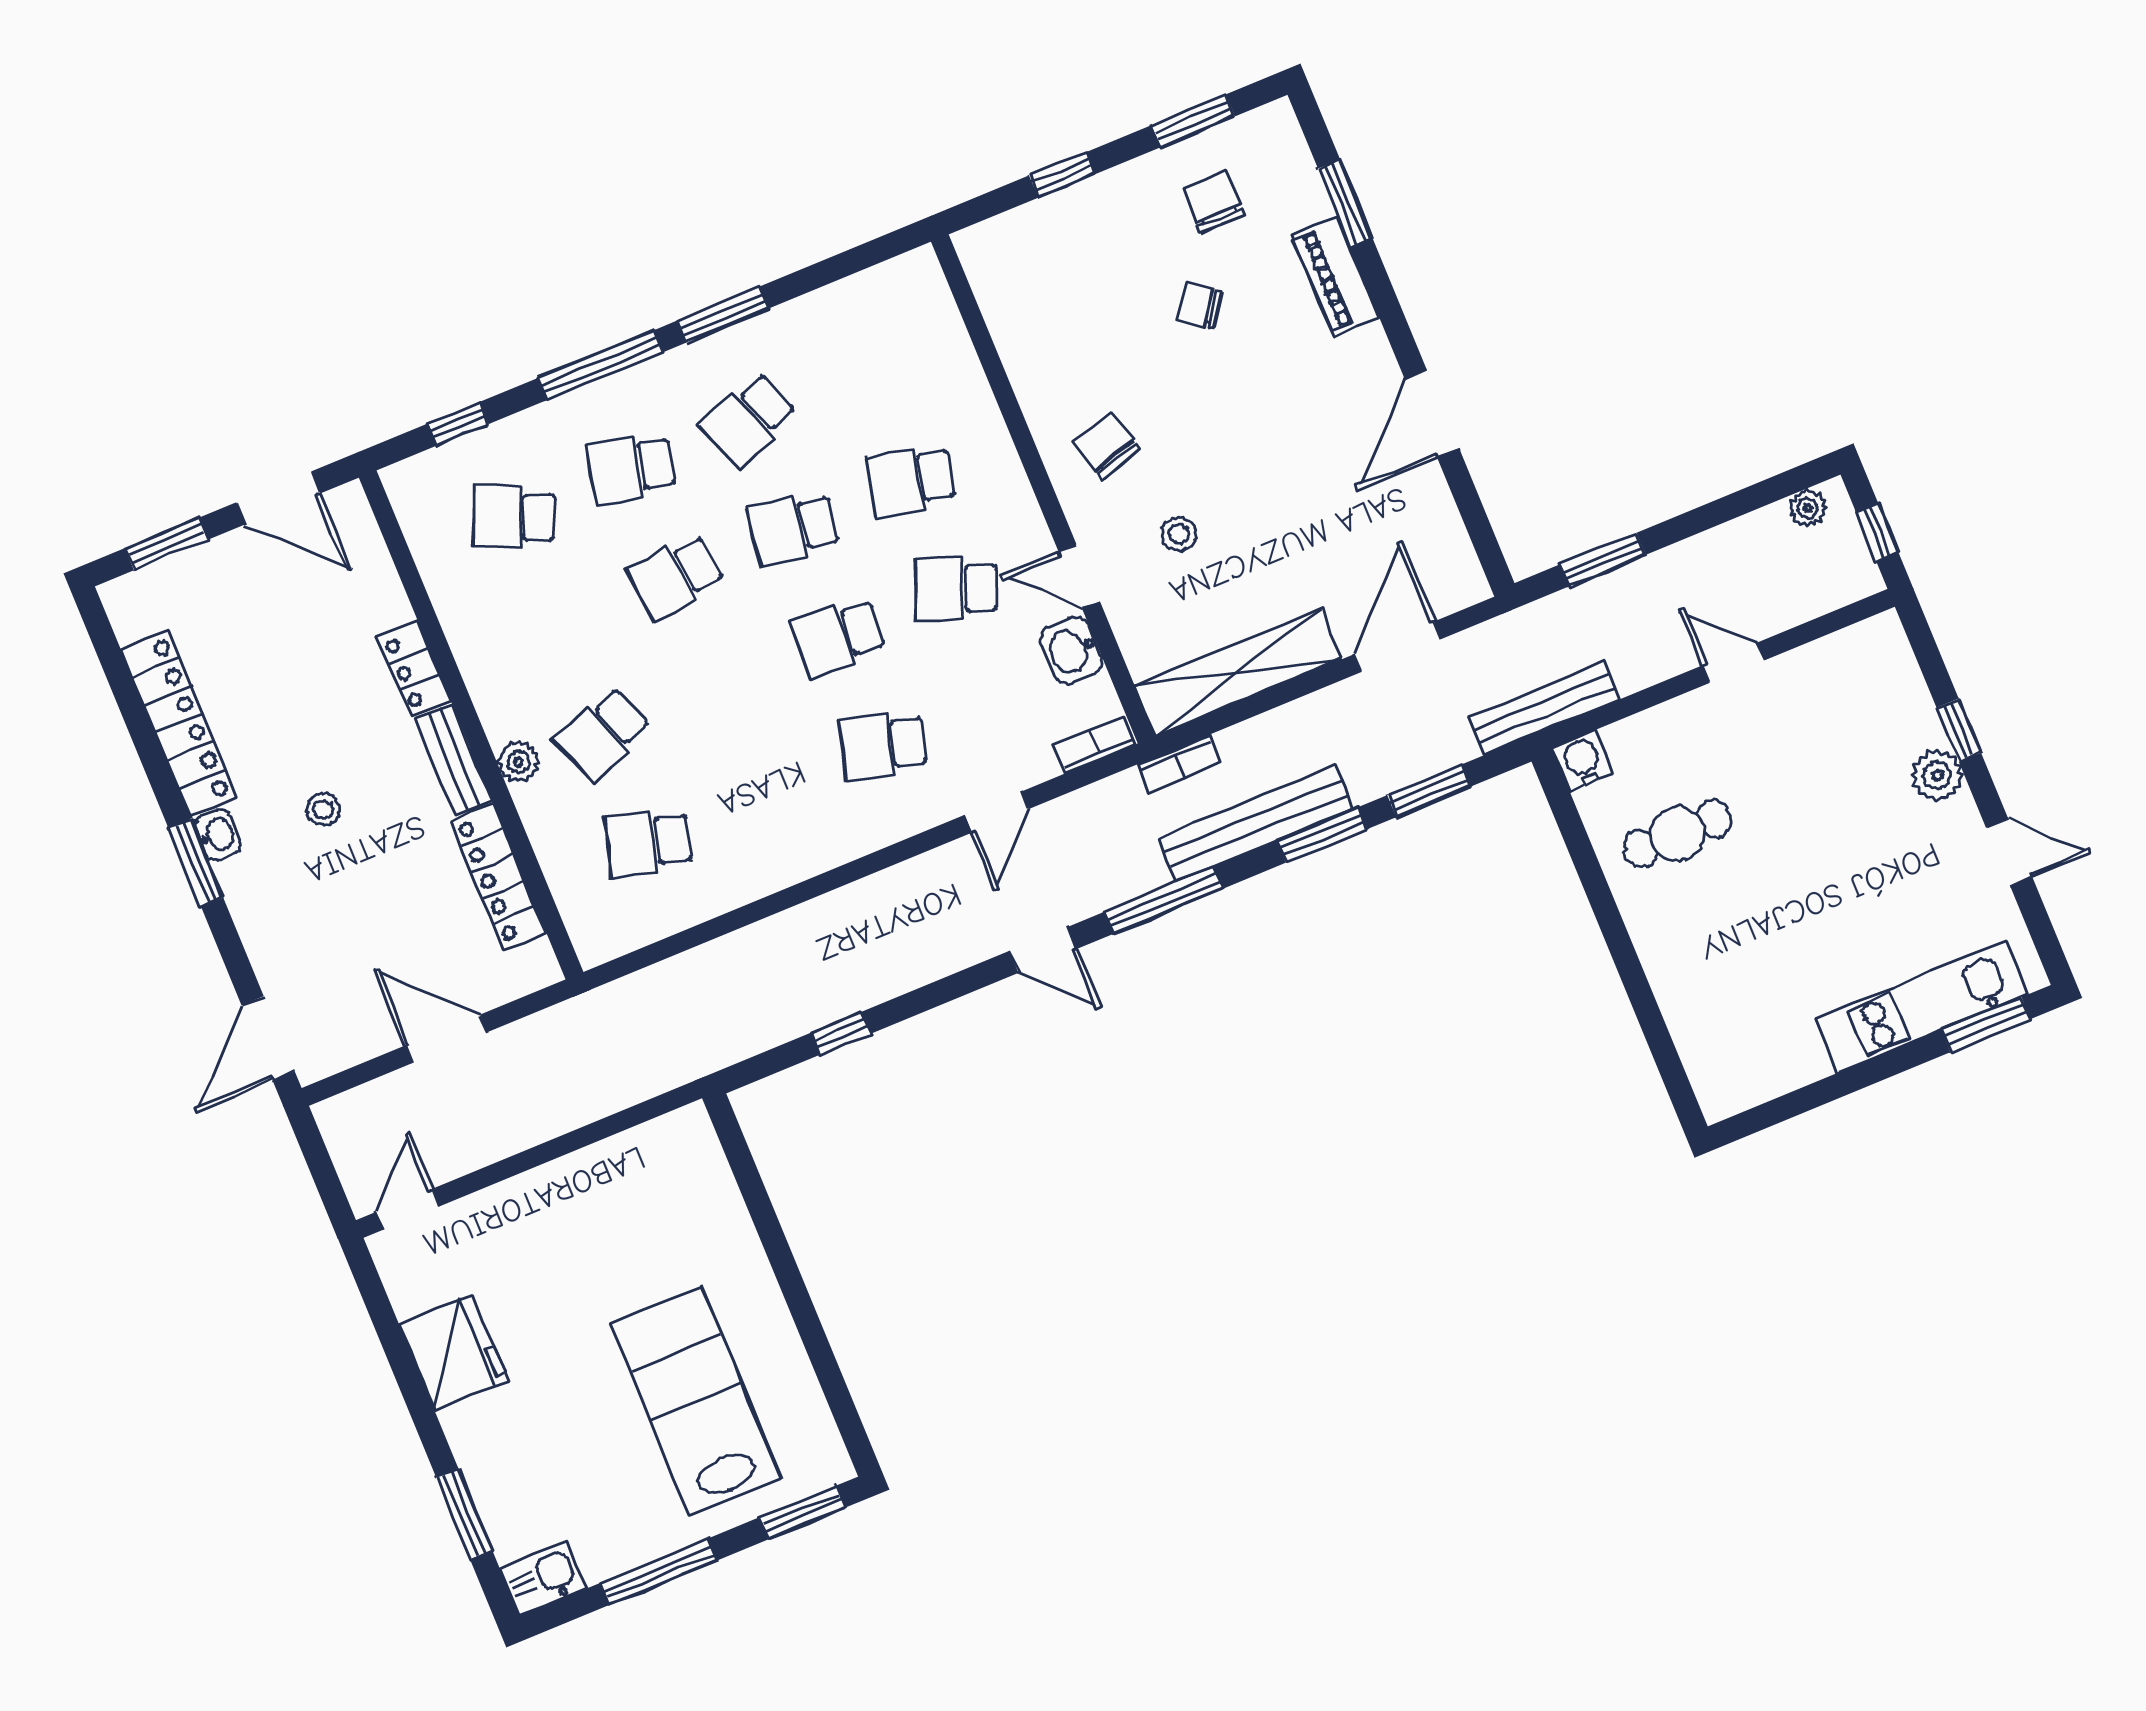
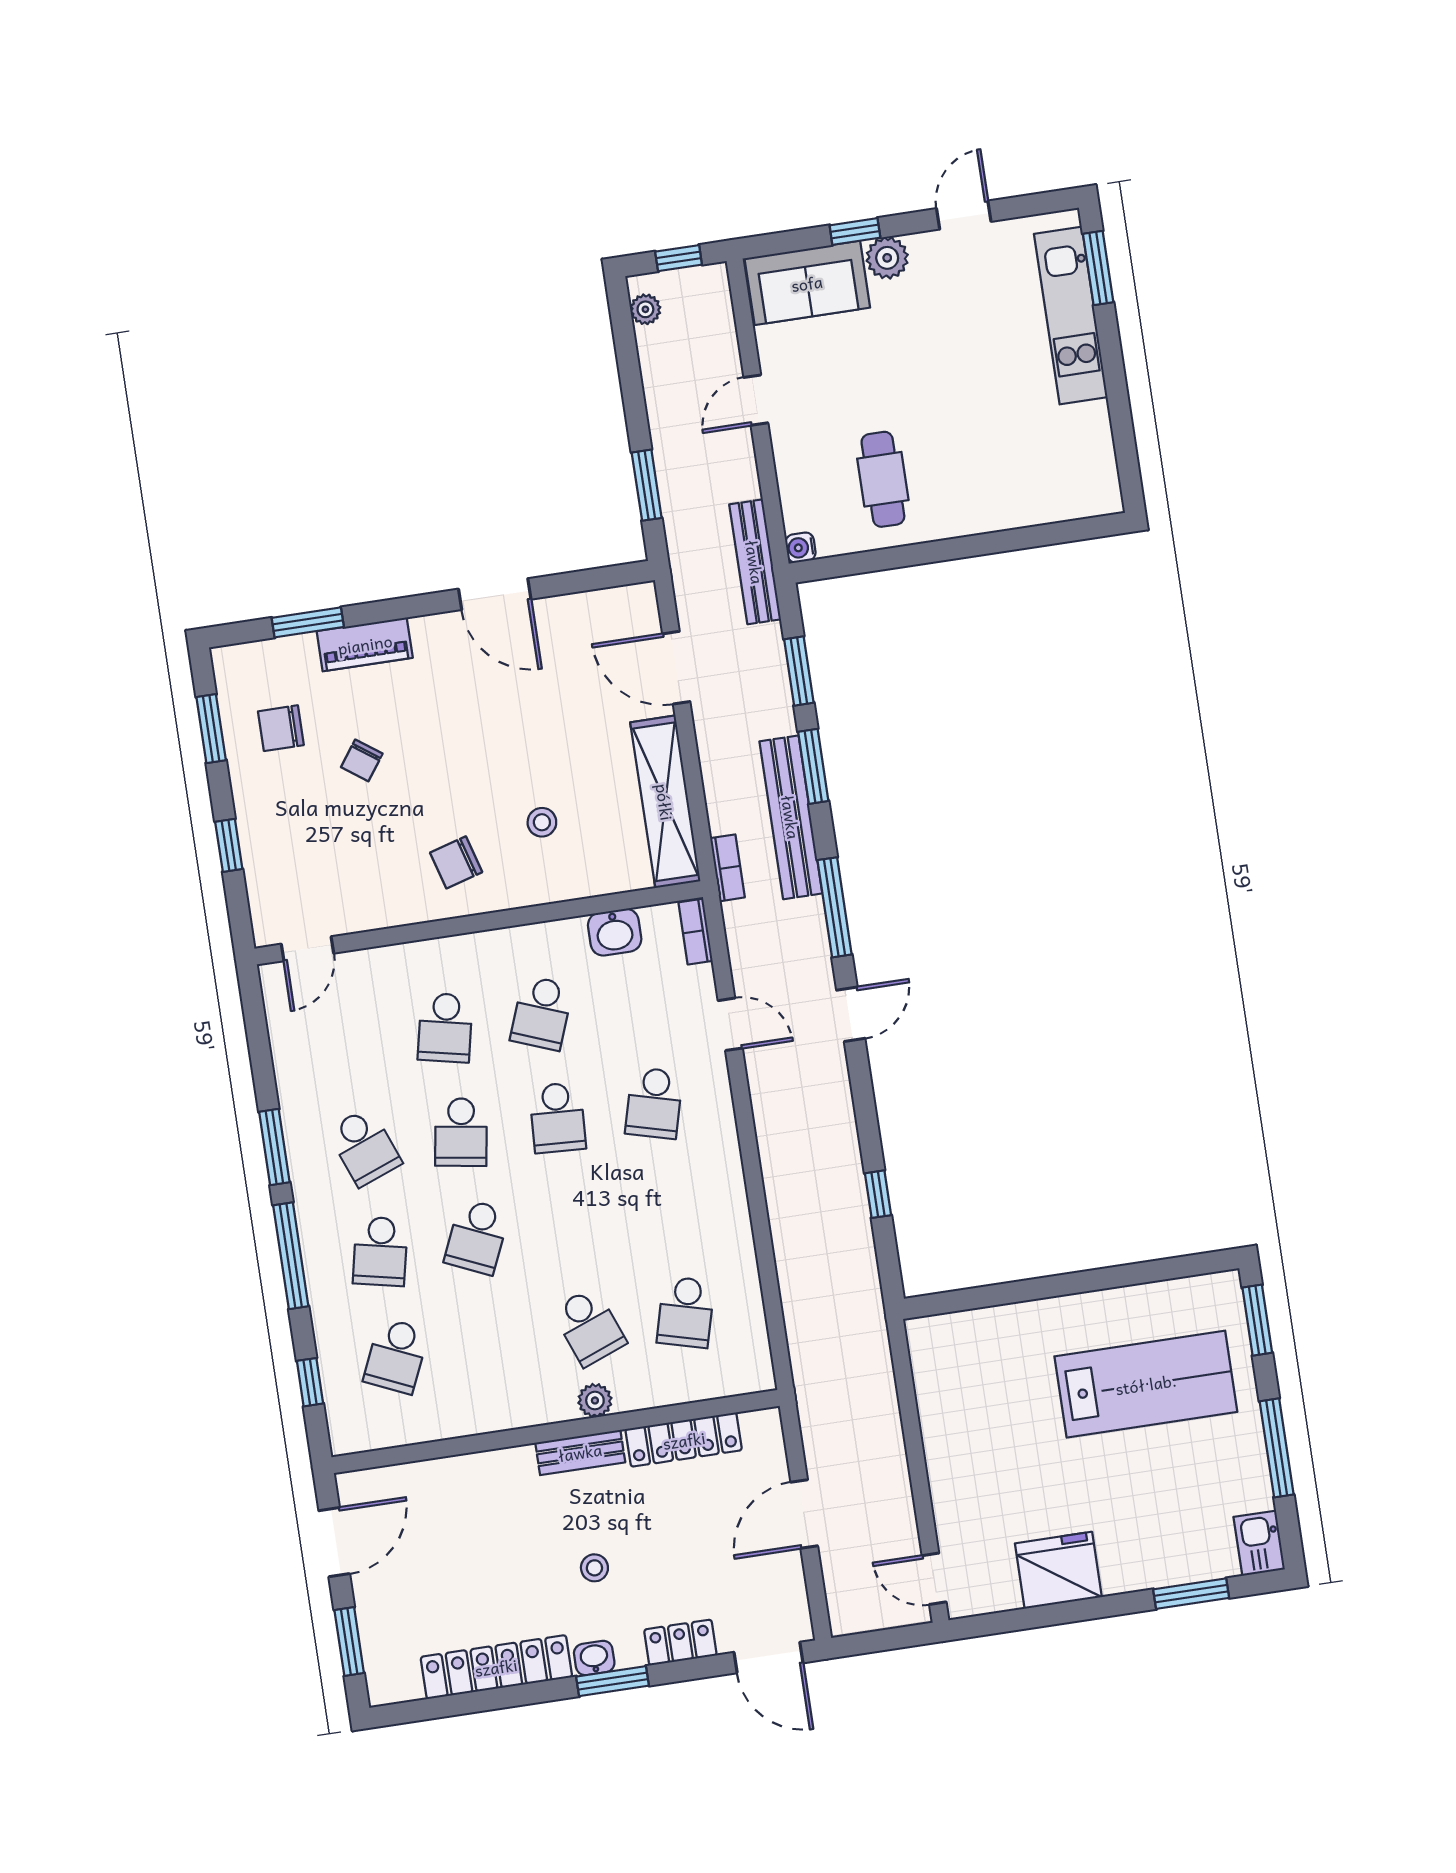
door: (1079, 576) -> (307, 949), moved
school desk: (676, 577) -> (477, 1237), turned 30
locker: (414, 669) -> (680, 1642), moved, turned 180
sofa: (1885, 689) -> (807, 283), added
water cooler: (1583, 761) -> (801, 548), width x0.72, depth x0.72
lab bench: (696, 1401) -> (1146, 1384), turned 180

